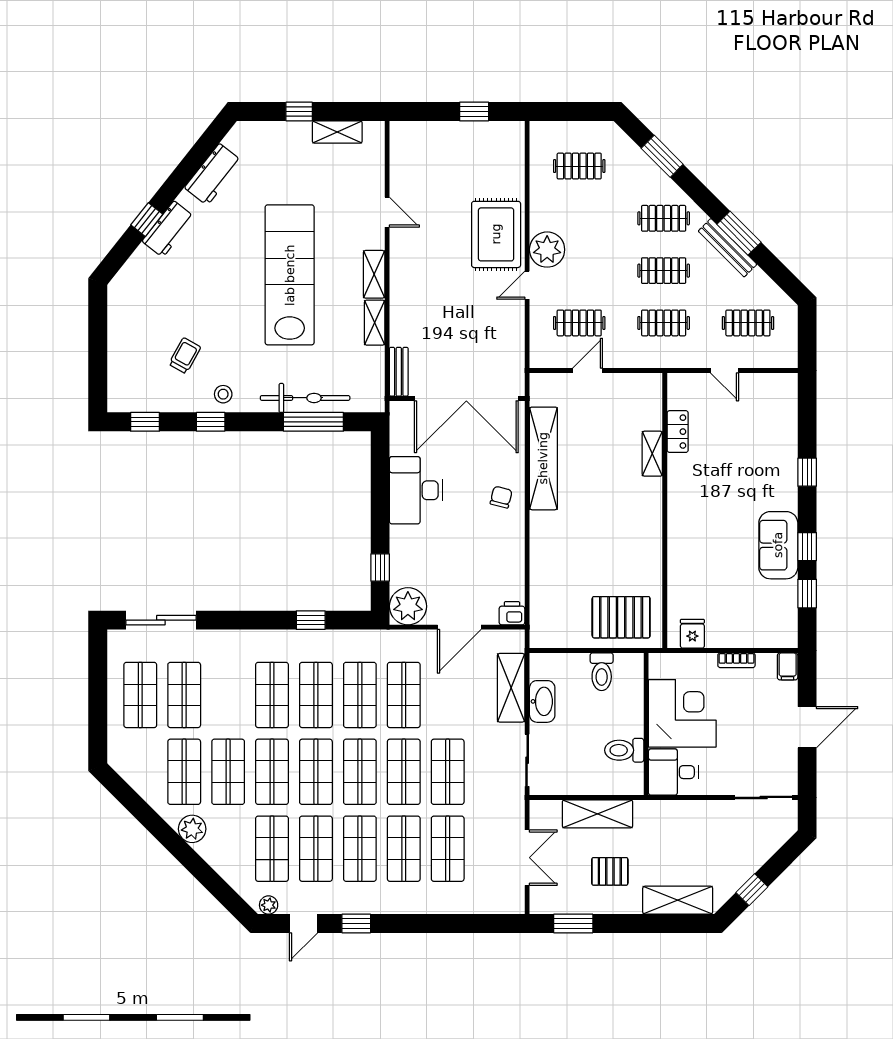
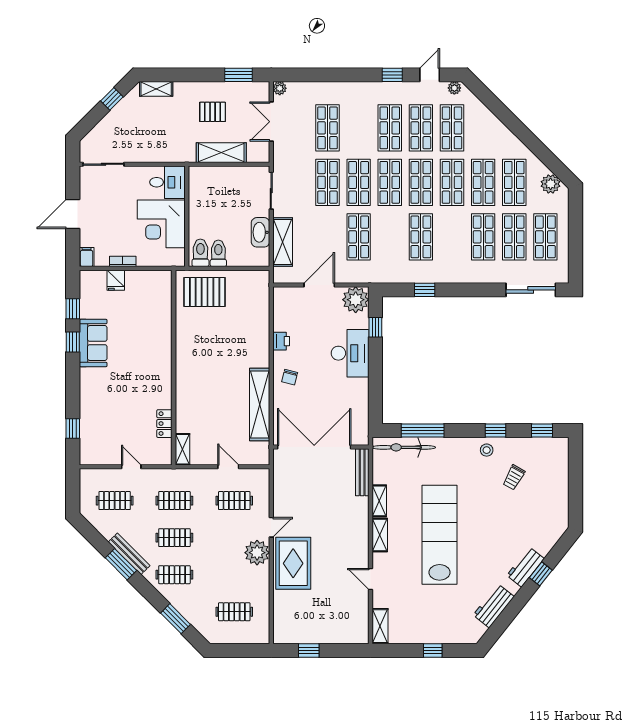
shelving: (337, 132) -> (380, 626), moved, turned 90
lab bench: (290, 275) -> (439, 535), turned 180
door: (588, 370) -> (228, 467), swing flipped
bench: (399, 372) -> (362, 472), width x1.36
bicycle: (305, 398) -> (404, 447), moved
shelving: (652, 454) -> (182, 449), moved
window: (807, 472) -> (73, 429), moved
desk: (416, 490) -> (350, 353), moved
printer: (512, 613) -> (281, 341), moved, turned -90
fridge: (692, 634) -> (116, 280), moved
shop shelf: (272, 695) -> (483, 237), moved
shop shelf: (360, 695) -> (390, 237), removed
toilet: (624, 750) -> (200, 253), moved, turned -90
plant: (192, 829) -> (551, 184), moved
shop shelf: (404, 849) -> (359, 128), removed
shelving: (678, 900) -> (156, 89), width x0.67, depth x0.75
plant: (515, 905) -> (280, 88), added

